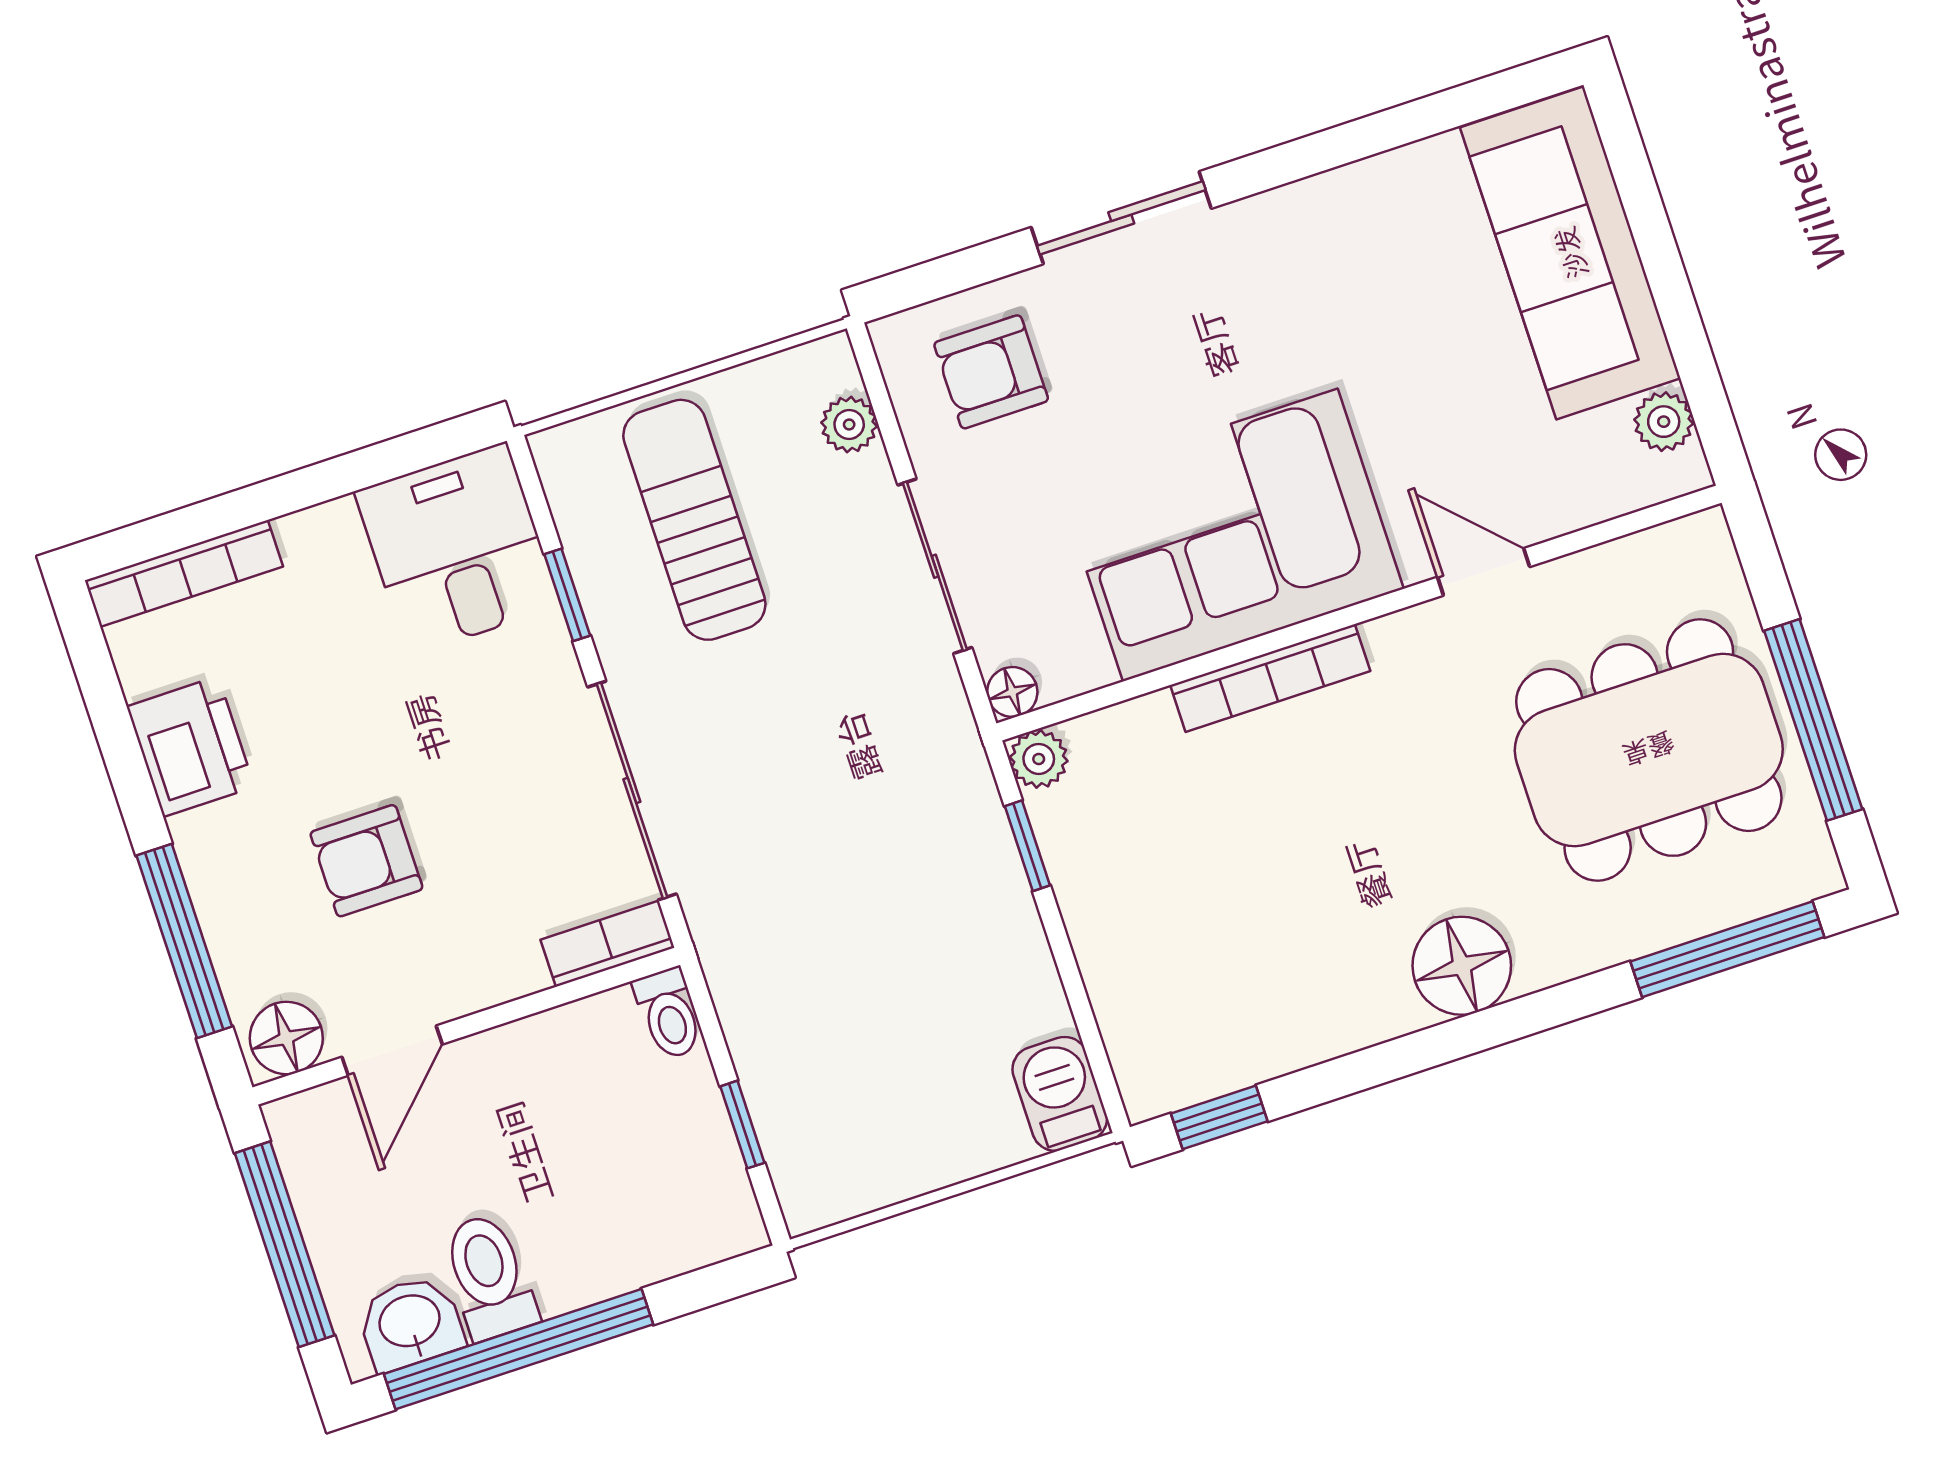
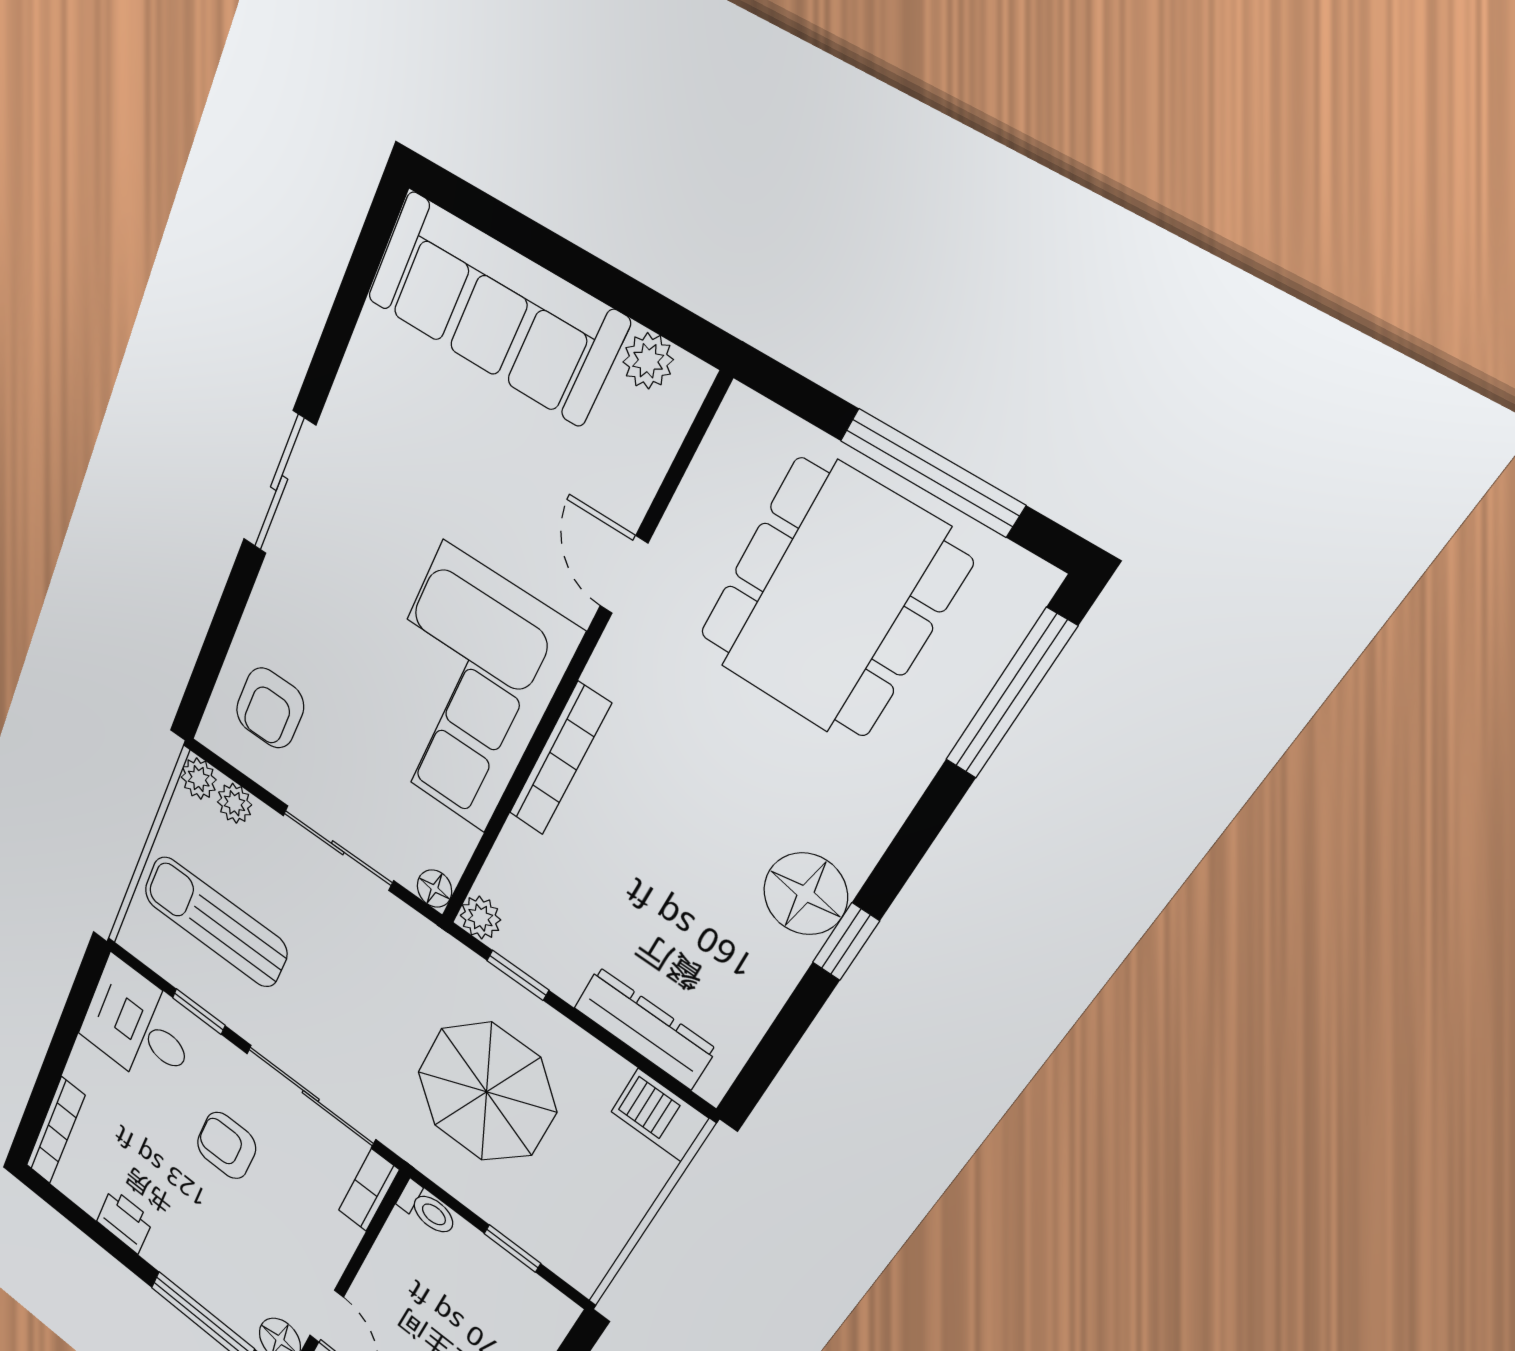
sliding door: (1121, 218) -> (279, 483), moved
plant: (828, 365) -> (199, 779), added
door: (1484, 572) -> (624, 575), hinge flipped
printer: (191, 747) -> (125, 1221), width x0.73, depth x0.81
armchair: (366, 861) -> (226, 1145), moved, turned 90
parasol: (874, 937) -> (487, 1092), added
floor lamp: (1462, 966) -> (805, 894), moved
dresser: (1123, 996) -> (645, 1028), added
window: (1219, 1117) -> (846, 942), moved

